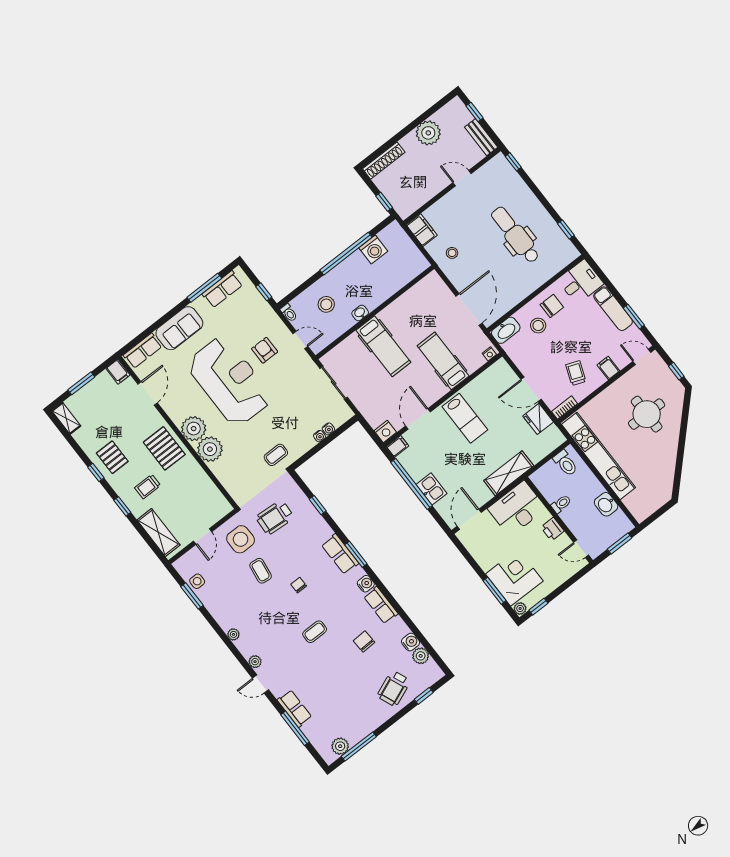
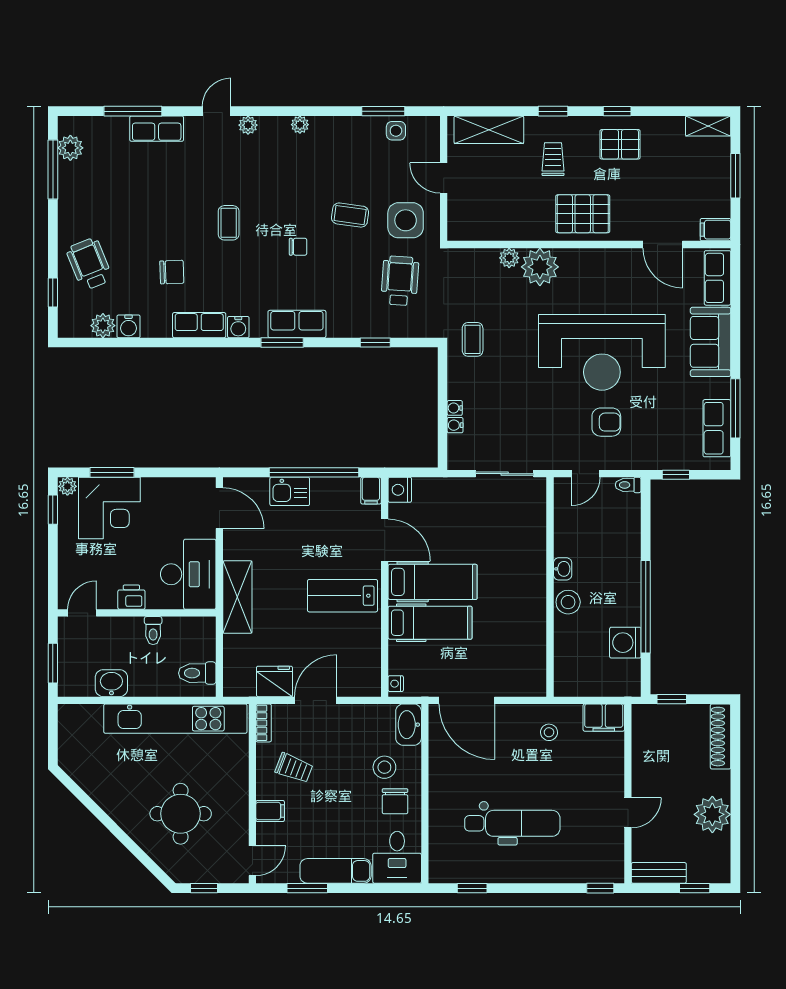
stool: (326, 304) -> (568, 602), moved
hospital bed: (383, 346) -> (433, 582), moved, turned 180
plant: (194, 429) -> (509, 258), moved, width x0.53, depth x0.53

